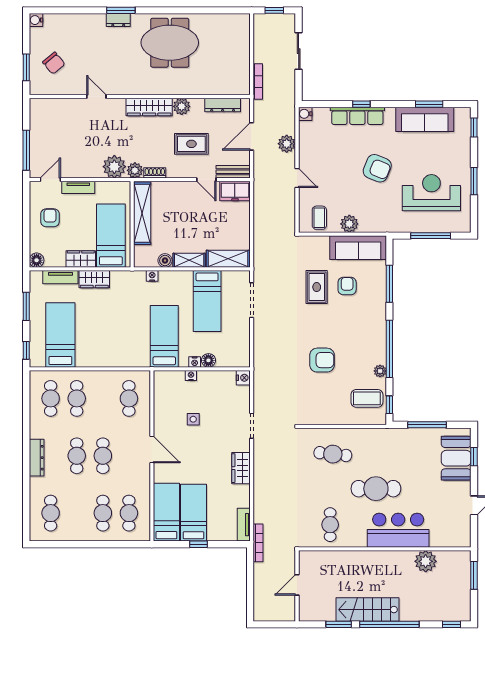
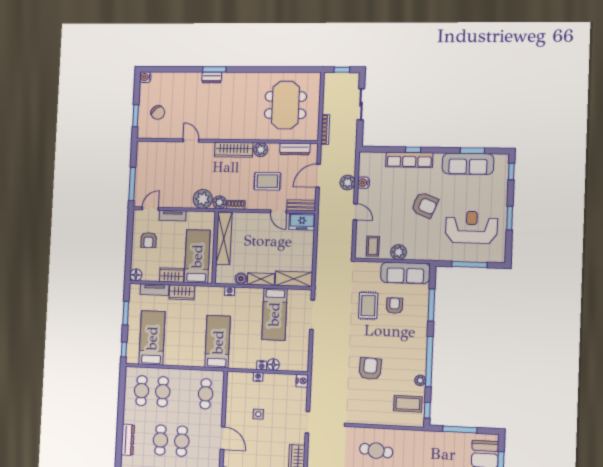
meeting table: (170, 43) -> (285, 105), moved, turned 90
water cooler: (305, 114) -> (363, 183), moved
armchair: (50, 218) -> (148, 240), turned 180
bed: (164, 336) -> (218, 342), moved
armchair: (322, 360) -> (370, 369), turned -87

